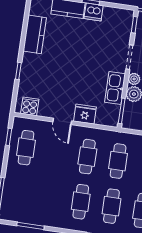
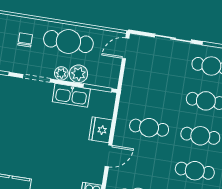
cafe table: (118, 161) -> (195, 171), moved

